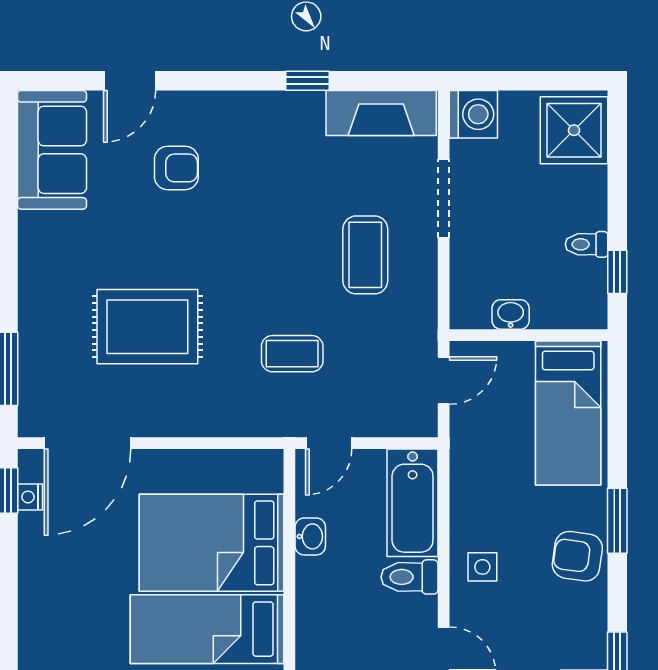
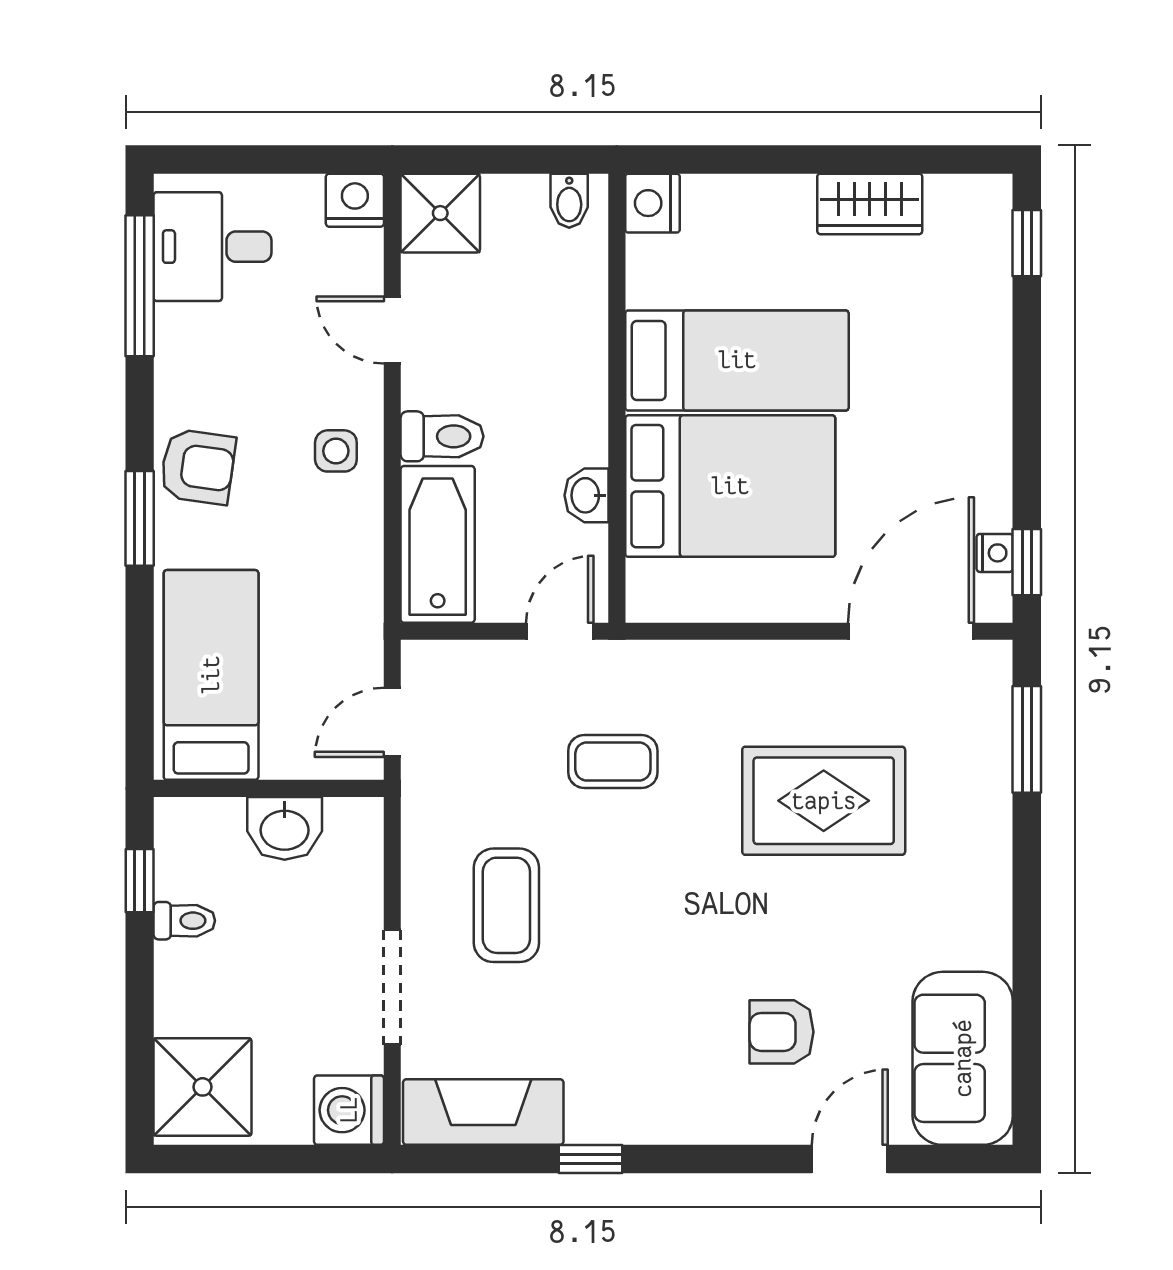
washbasin: (511, 314) -> (285, 828), width x1.38, depth x1.45

